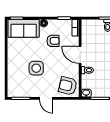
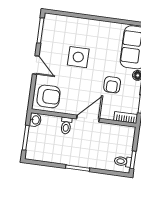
armchair: (68, 86) -> (49, 96), turned 76
door: (46, 98) -> (36, 65), swing flipped

